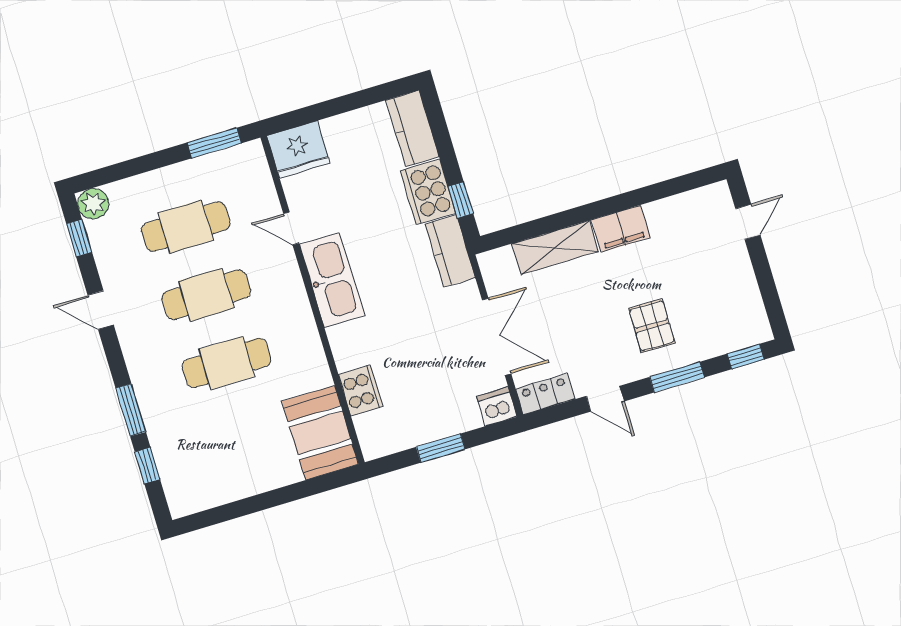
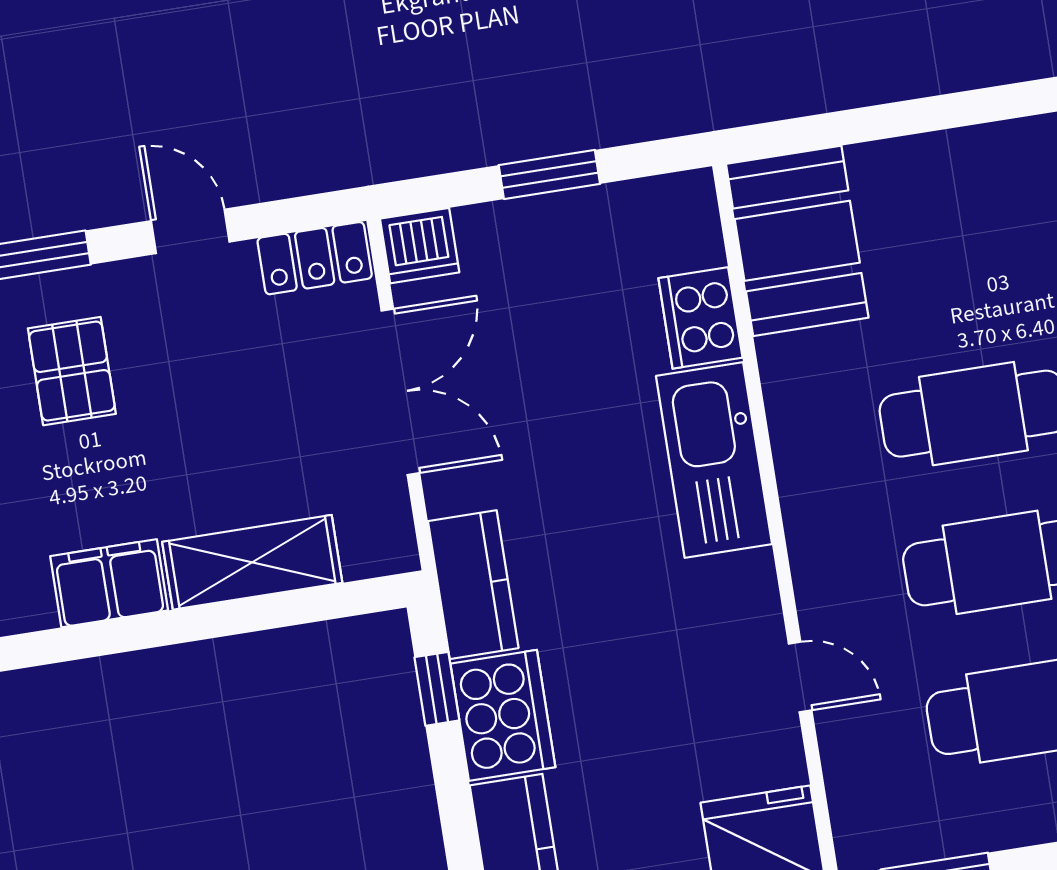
kitchen sink: (332, 280) -> (714, 460), moved
double door: (497, 337) -> (400, 392), swing flipped

